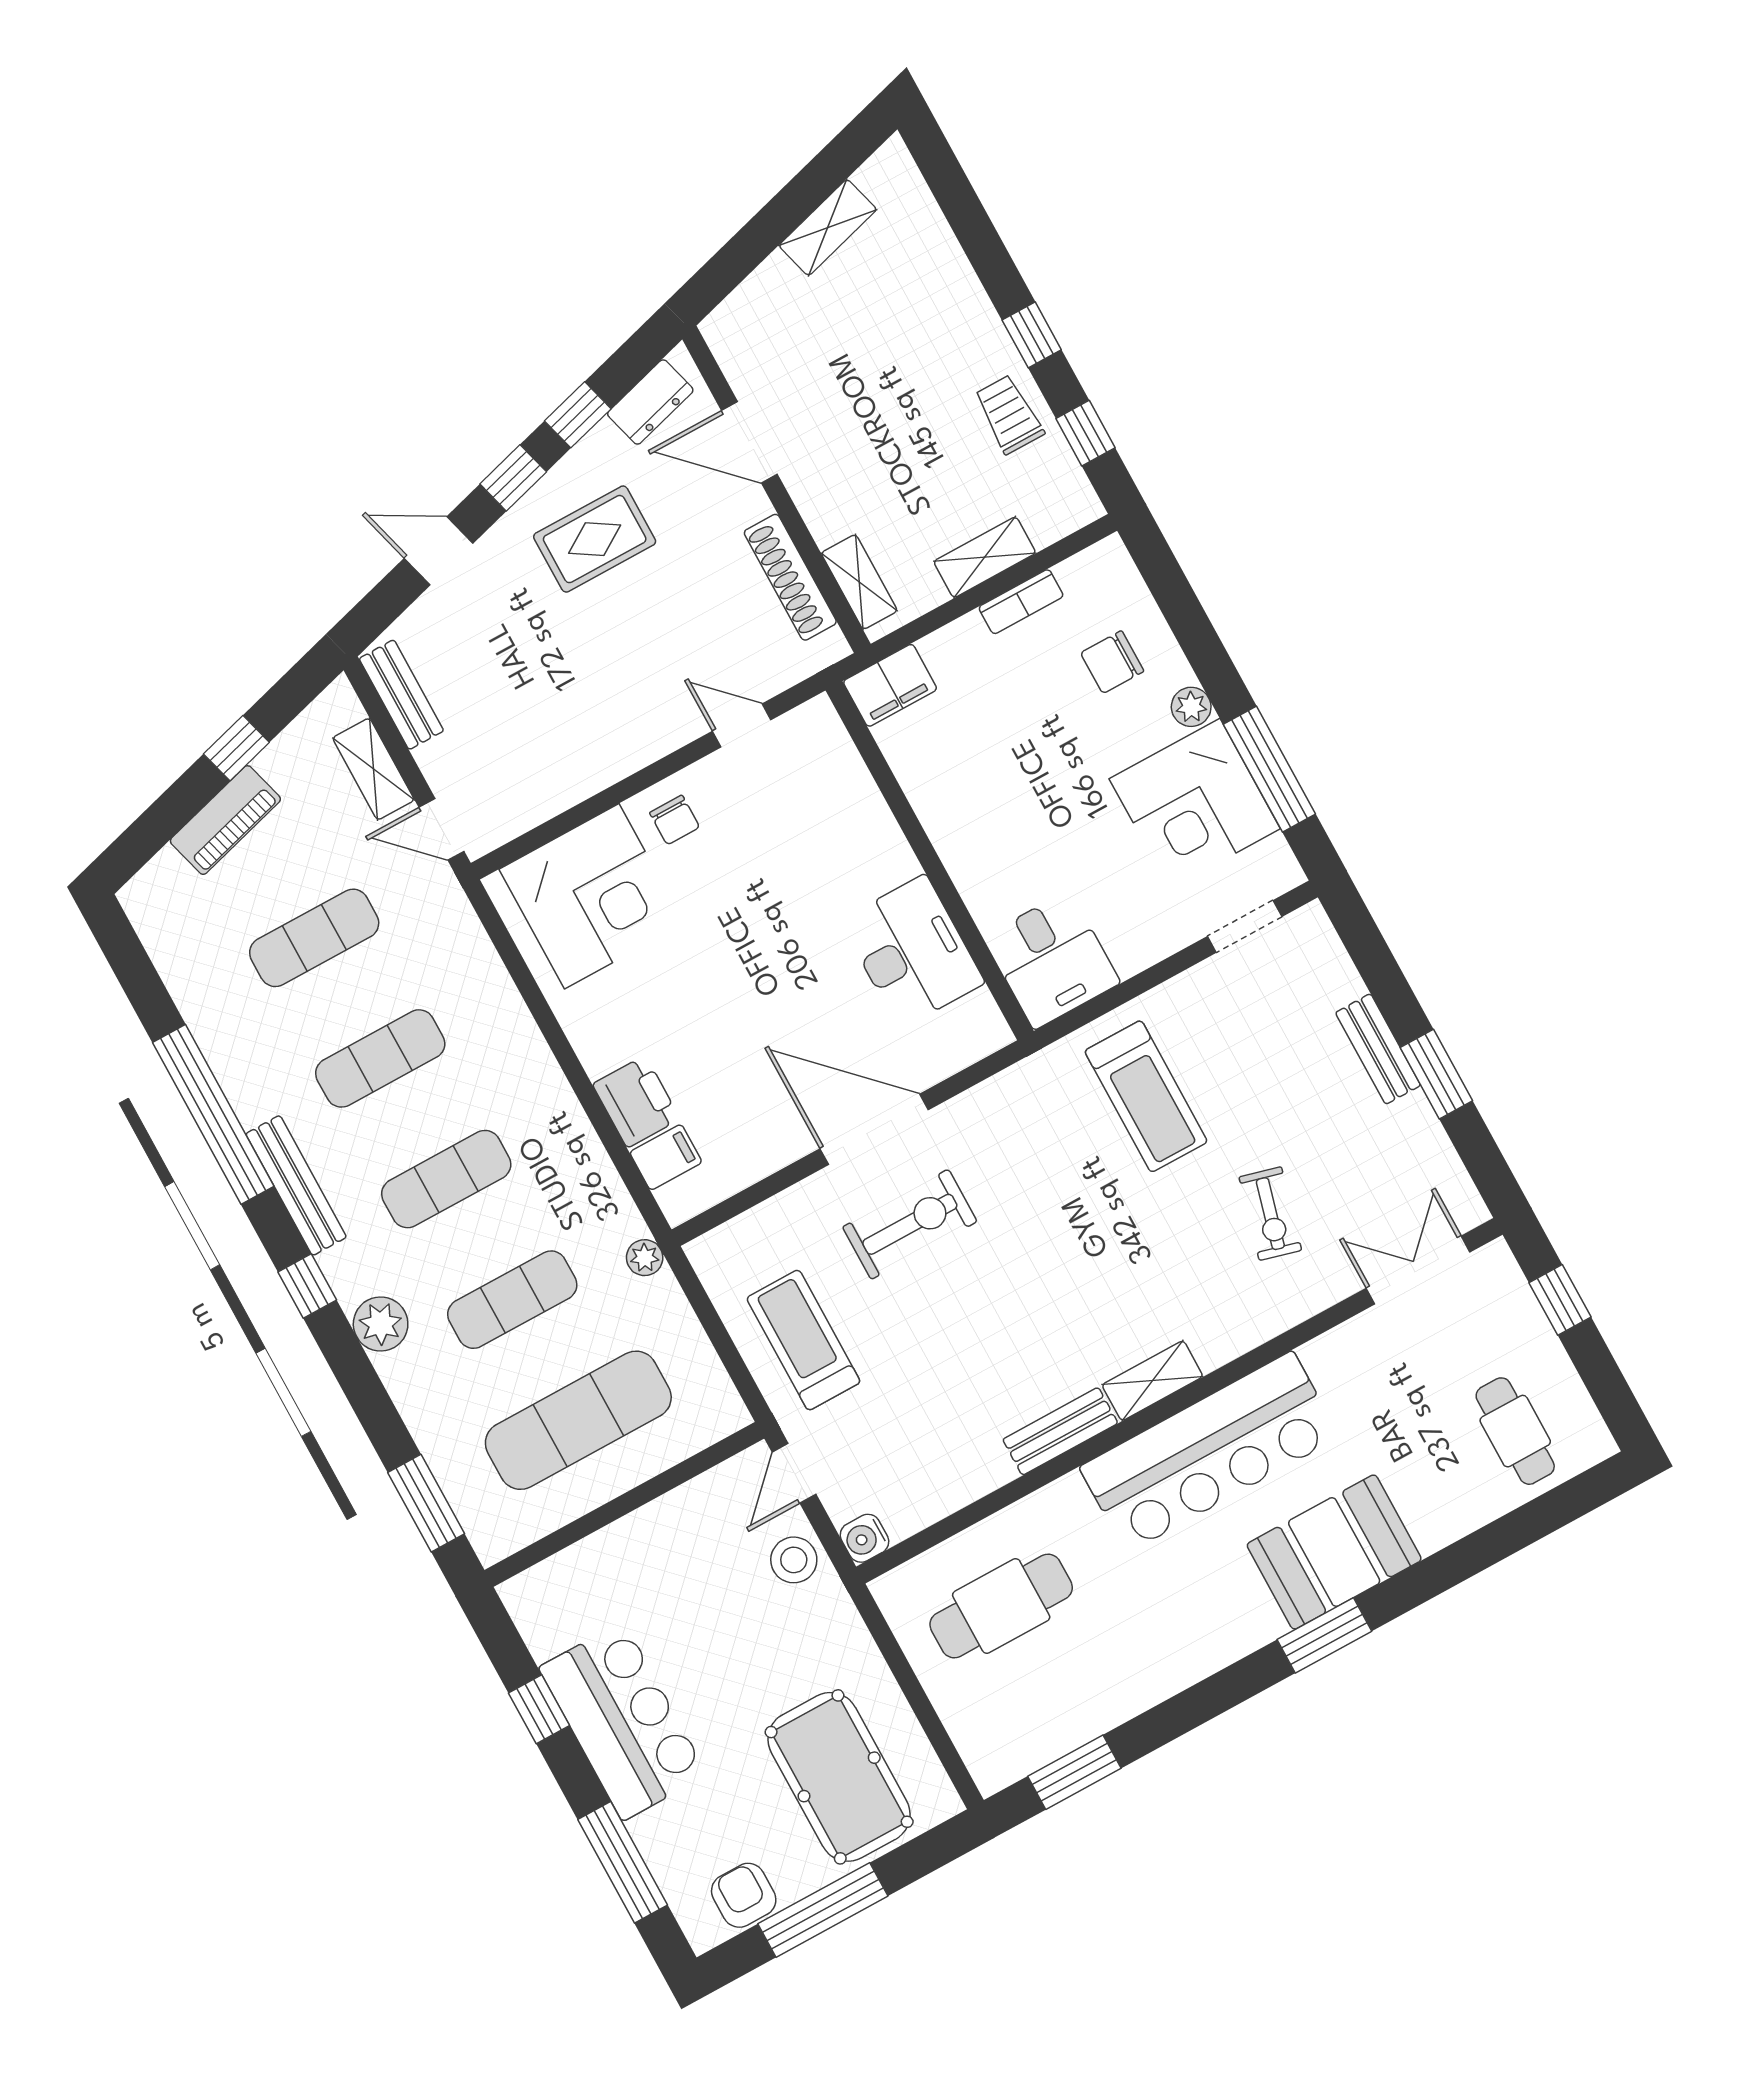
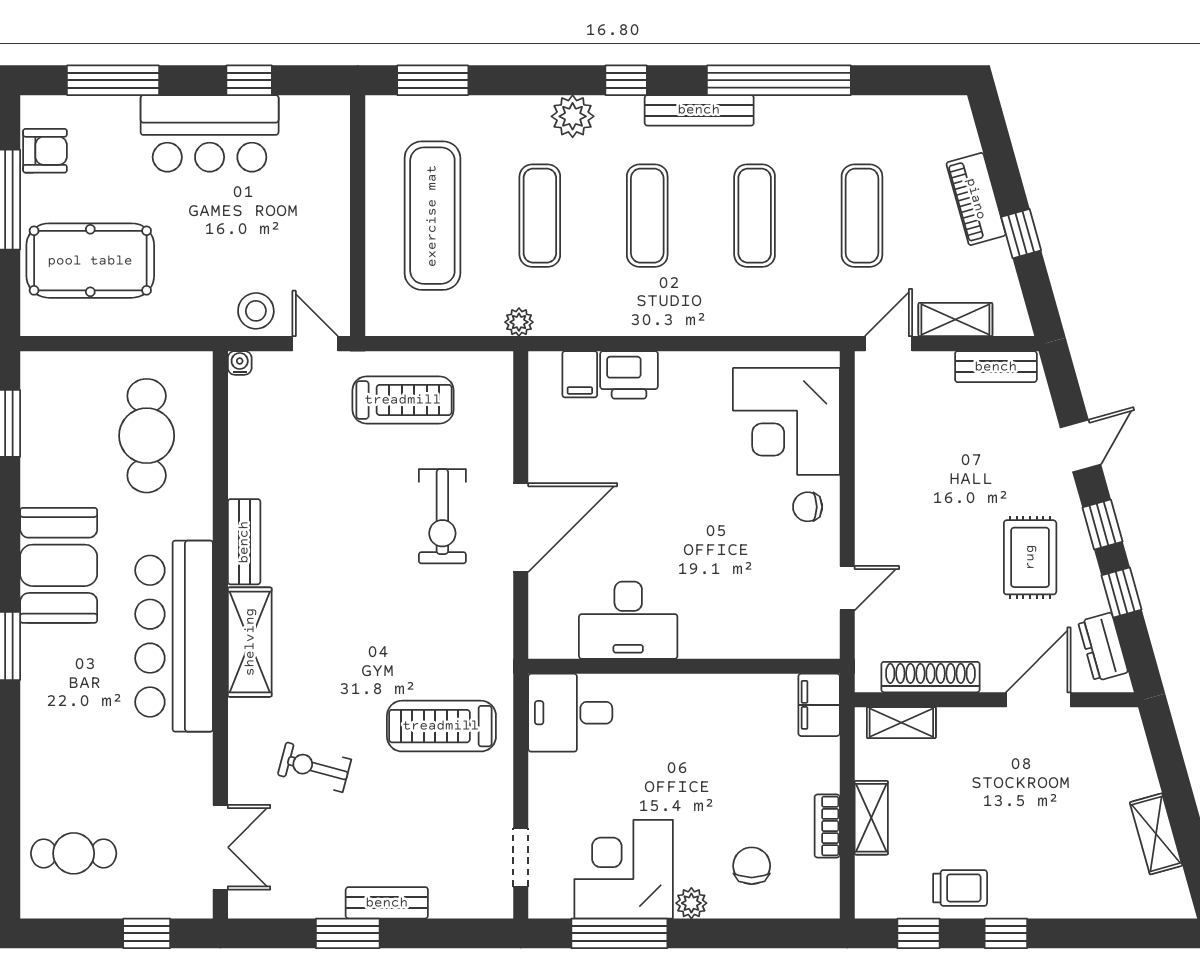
shelving: (1152, 1381) -> (250, 642), width x1.50, depth x1.33
water cooler: (865, 1538) -> (240, 363), width x0.72, depth x0.72
booth: (1334, 1552) -> (59, 565), moved

